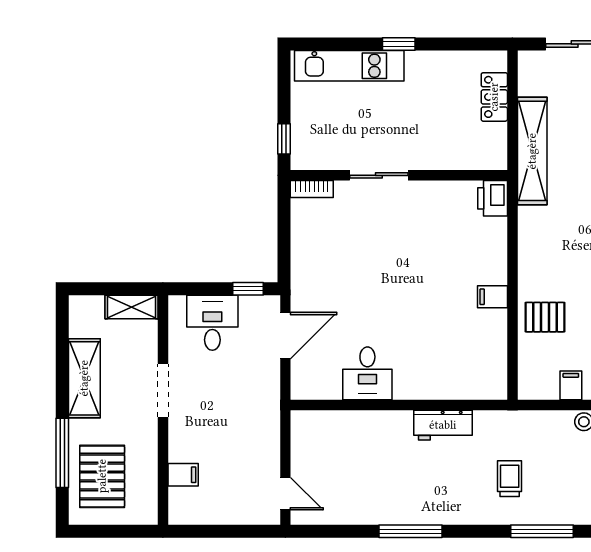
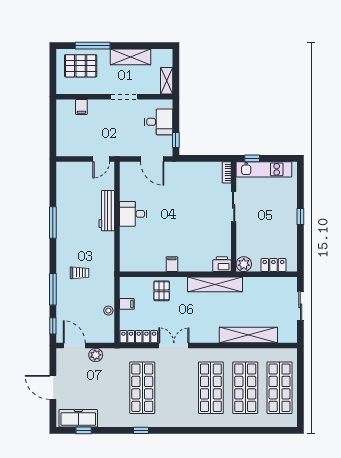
kitchen unit: (349, 66) -> (264, 169), moved, turned -90
shelving: (532, 151) -> (215, 284), moved
plant: (492, 155) -> (244, 264), added
desk: (367, 373) -> (133, 214), moved
workbench: (443, 425) -> (107, 211), moved, width x1.38
door: (285, 494) -> (101, 159), moved

